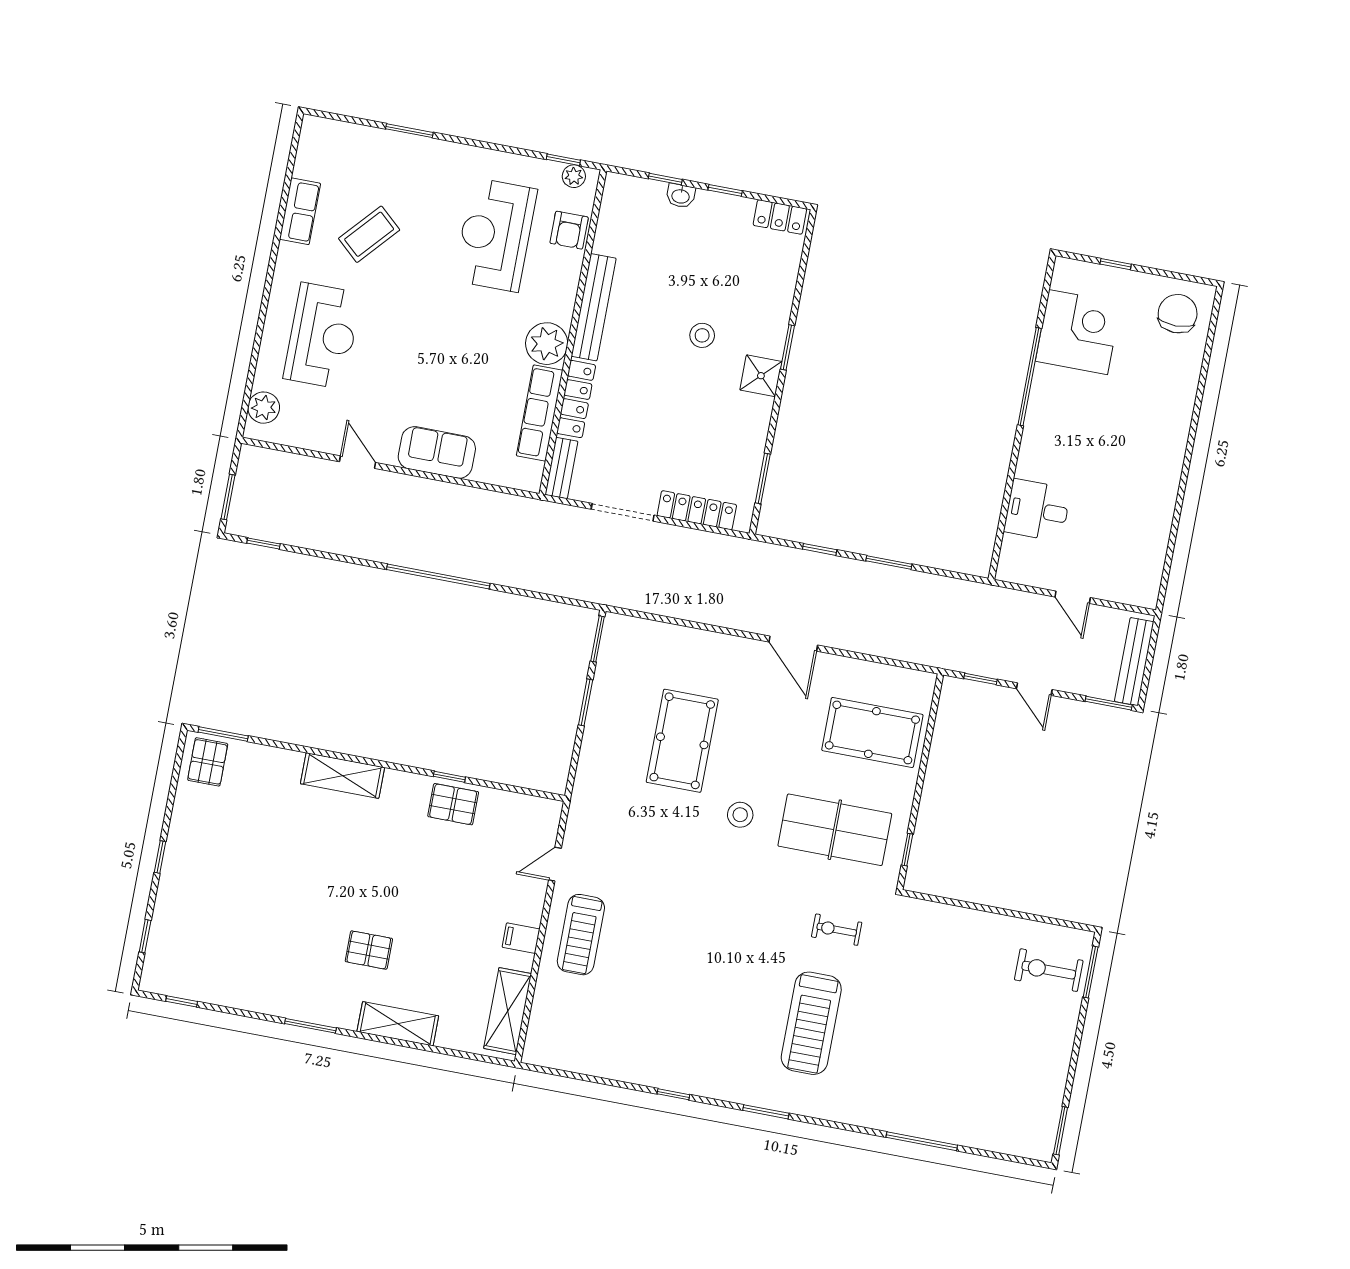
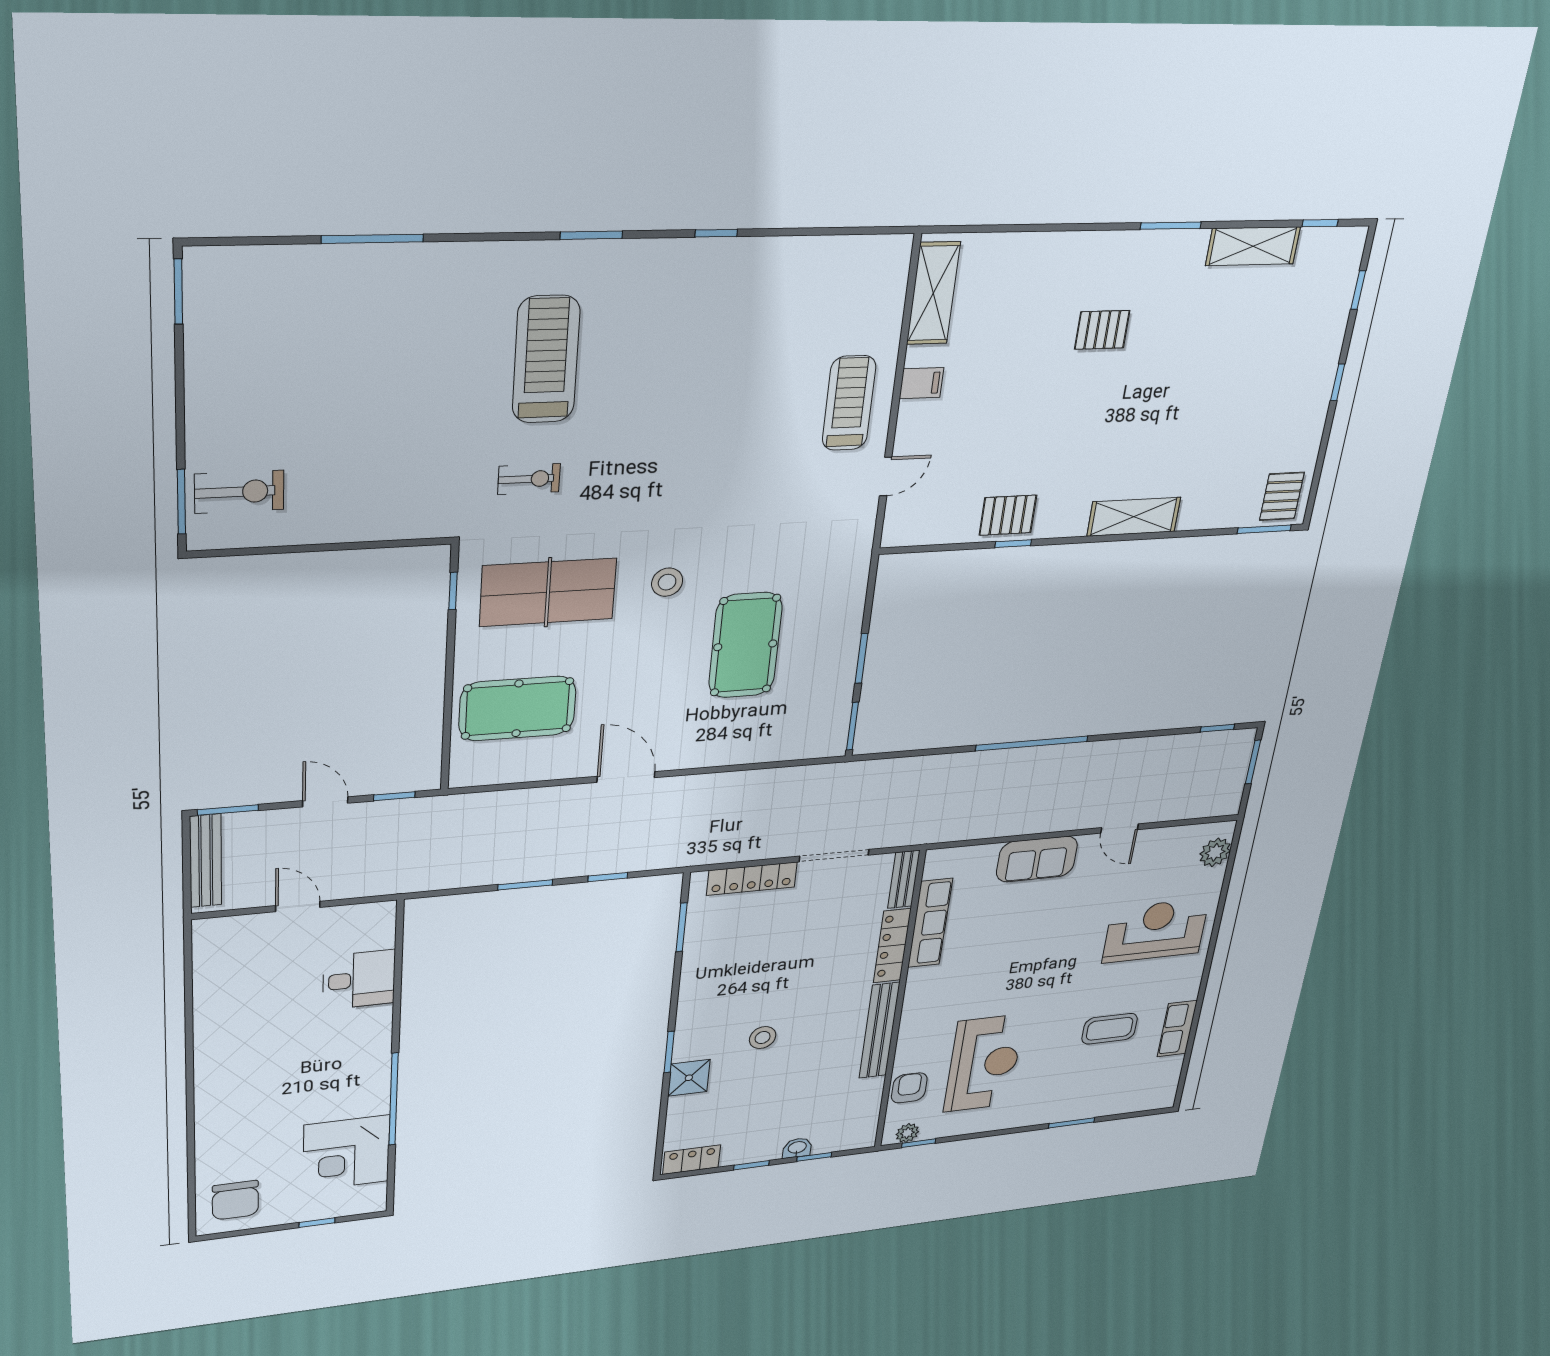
coffee table: (369, 234) -> (1110, 1029), turned 48
reception desk: (322, 336) -> (1156, 931), turned 90
plant: (547, 344) -> (926, 986), removed
shower: (761, 376) -> (689, 1078), moved
shelving: (398, 1024) -> (1253, 246), moved

